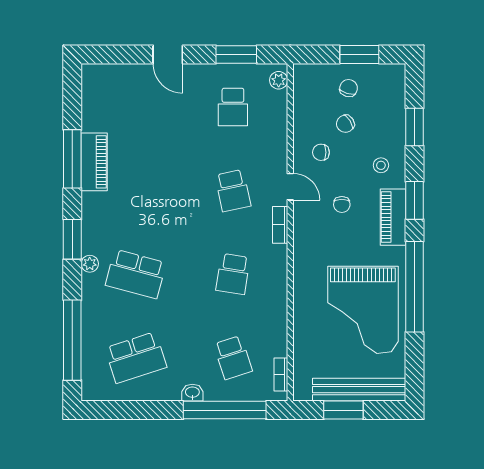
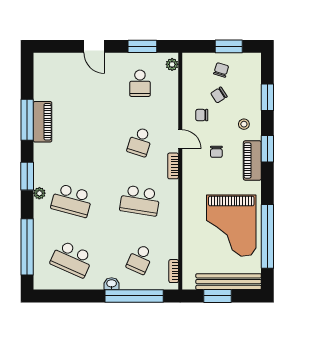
school desk: (233, 191) -> (140, 142), turned 30
school desk: (233, 274) -> (140, 200), width x1.85
window: (415, 287) -> (267, 236), moved
school desk: (136, 358) -> (72, 259), turned 42
school desk: (233, 358) -> (140, 259), turned 42

